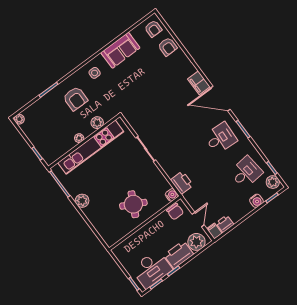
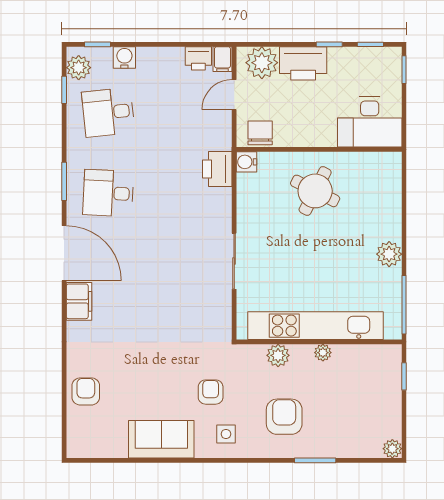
armchair: (153, 29) -> (211, 392), moved
desk: (152, 269) -> (370, 122), moved, turned 180

